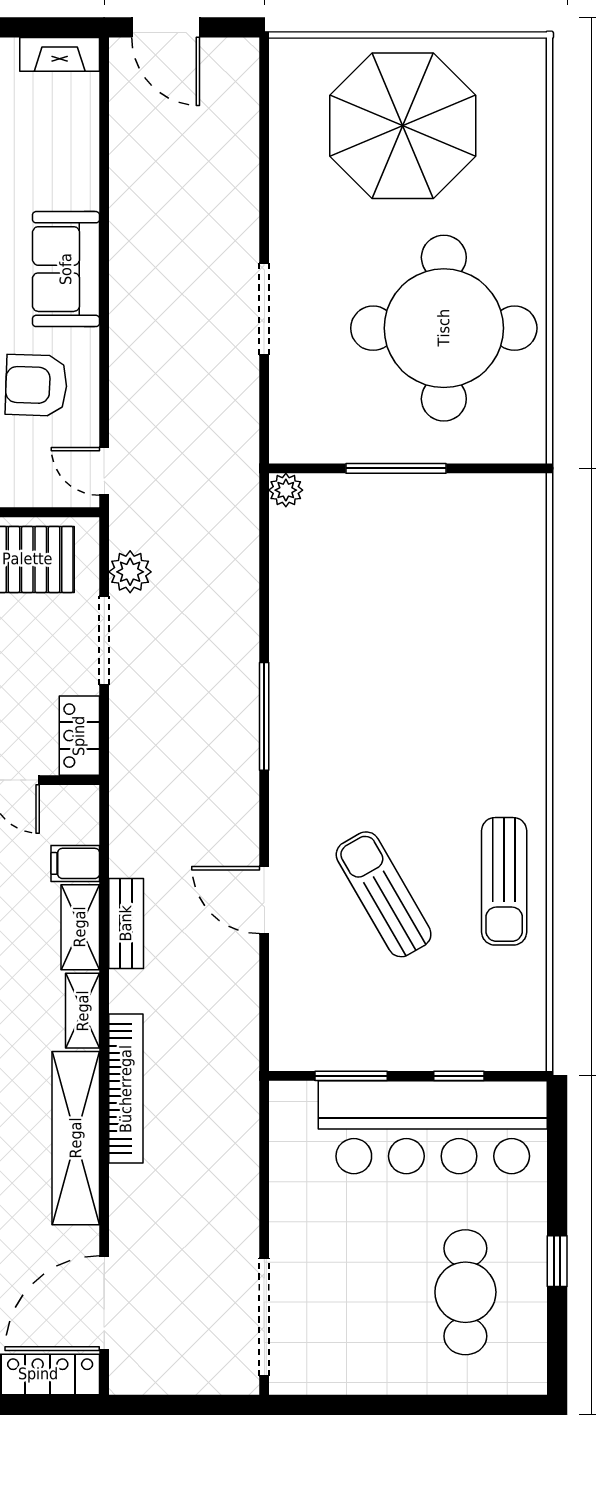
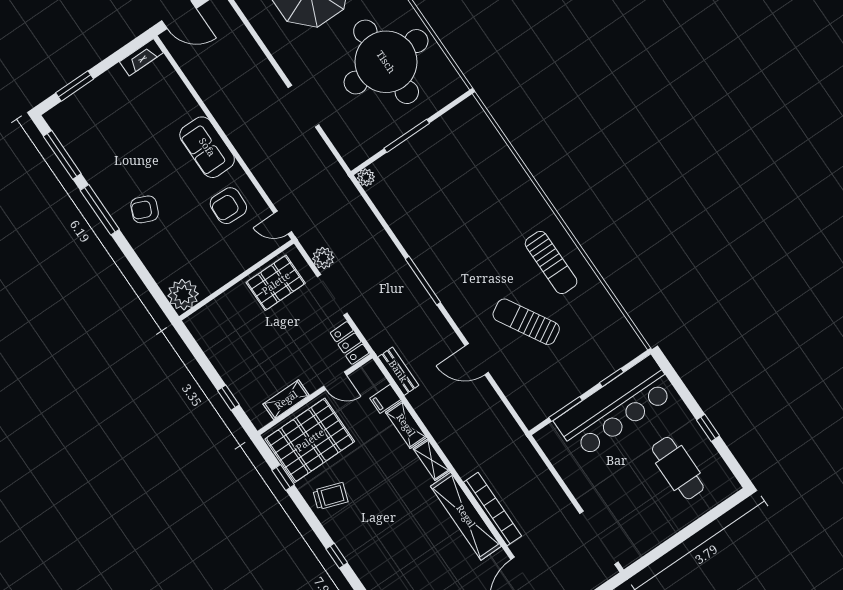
sun lounger: (504, 881) -> (551, 263), moved
bench: (126, 923) -> (398, 371), moved
bookcase: (126, 1089) -> (493, 509), moved

